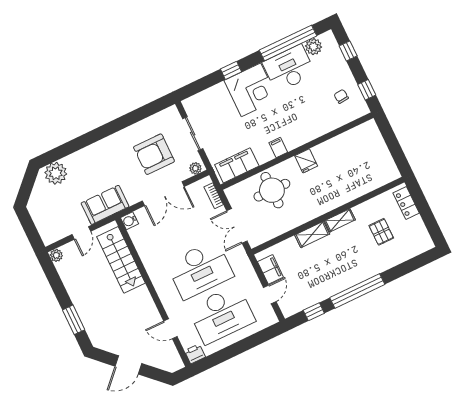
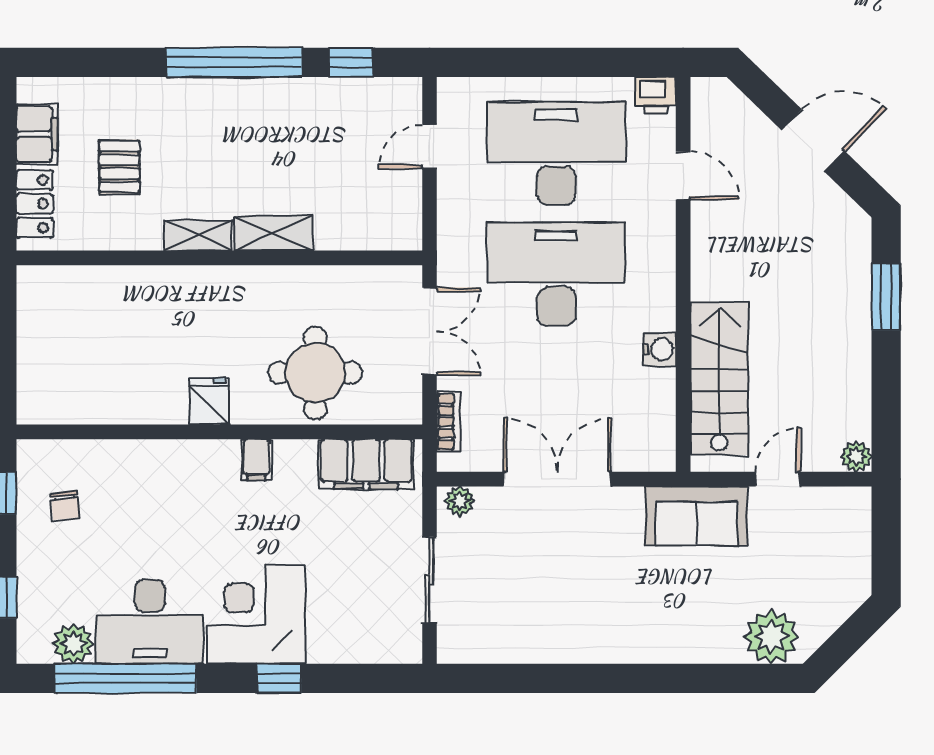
armchair: (154, 154) -> (536, 575), removed
water cooler: (130, 221) -> (659, 349), moved
filing cabinet: (270, 269) -> (37, 134), moved, turned 180

